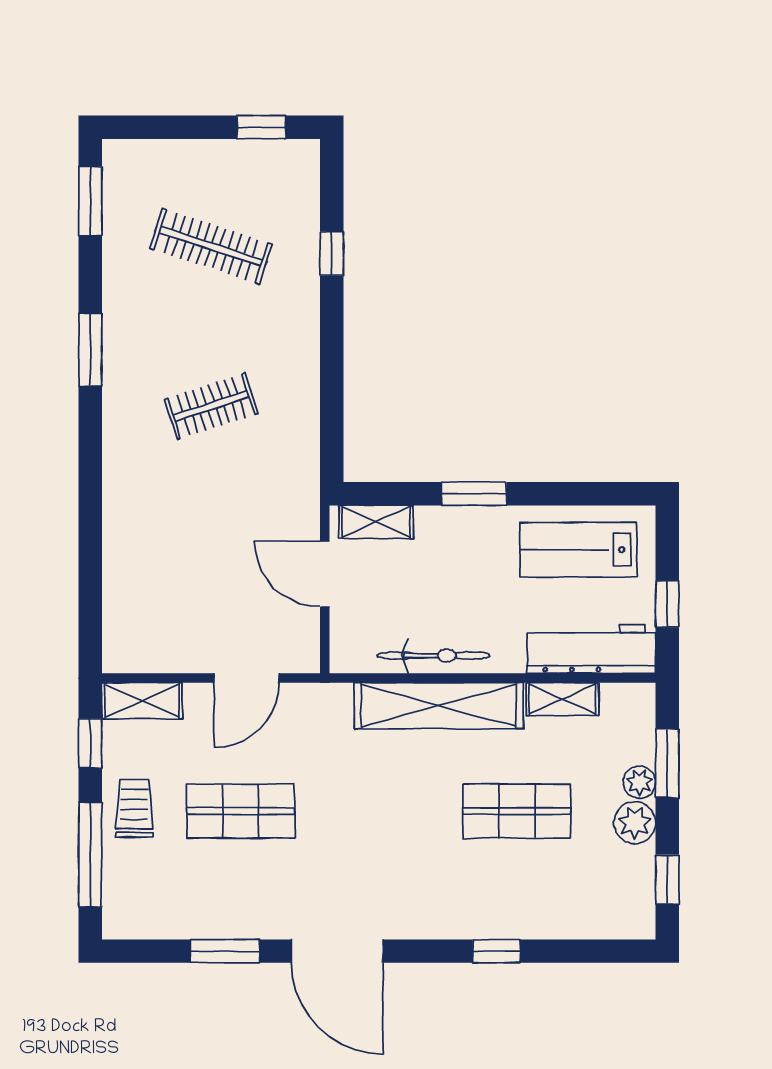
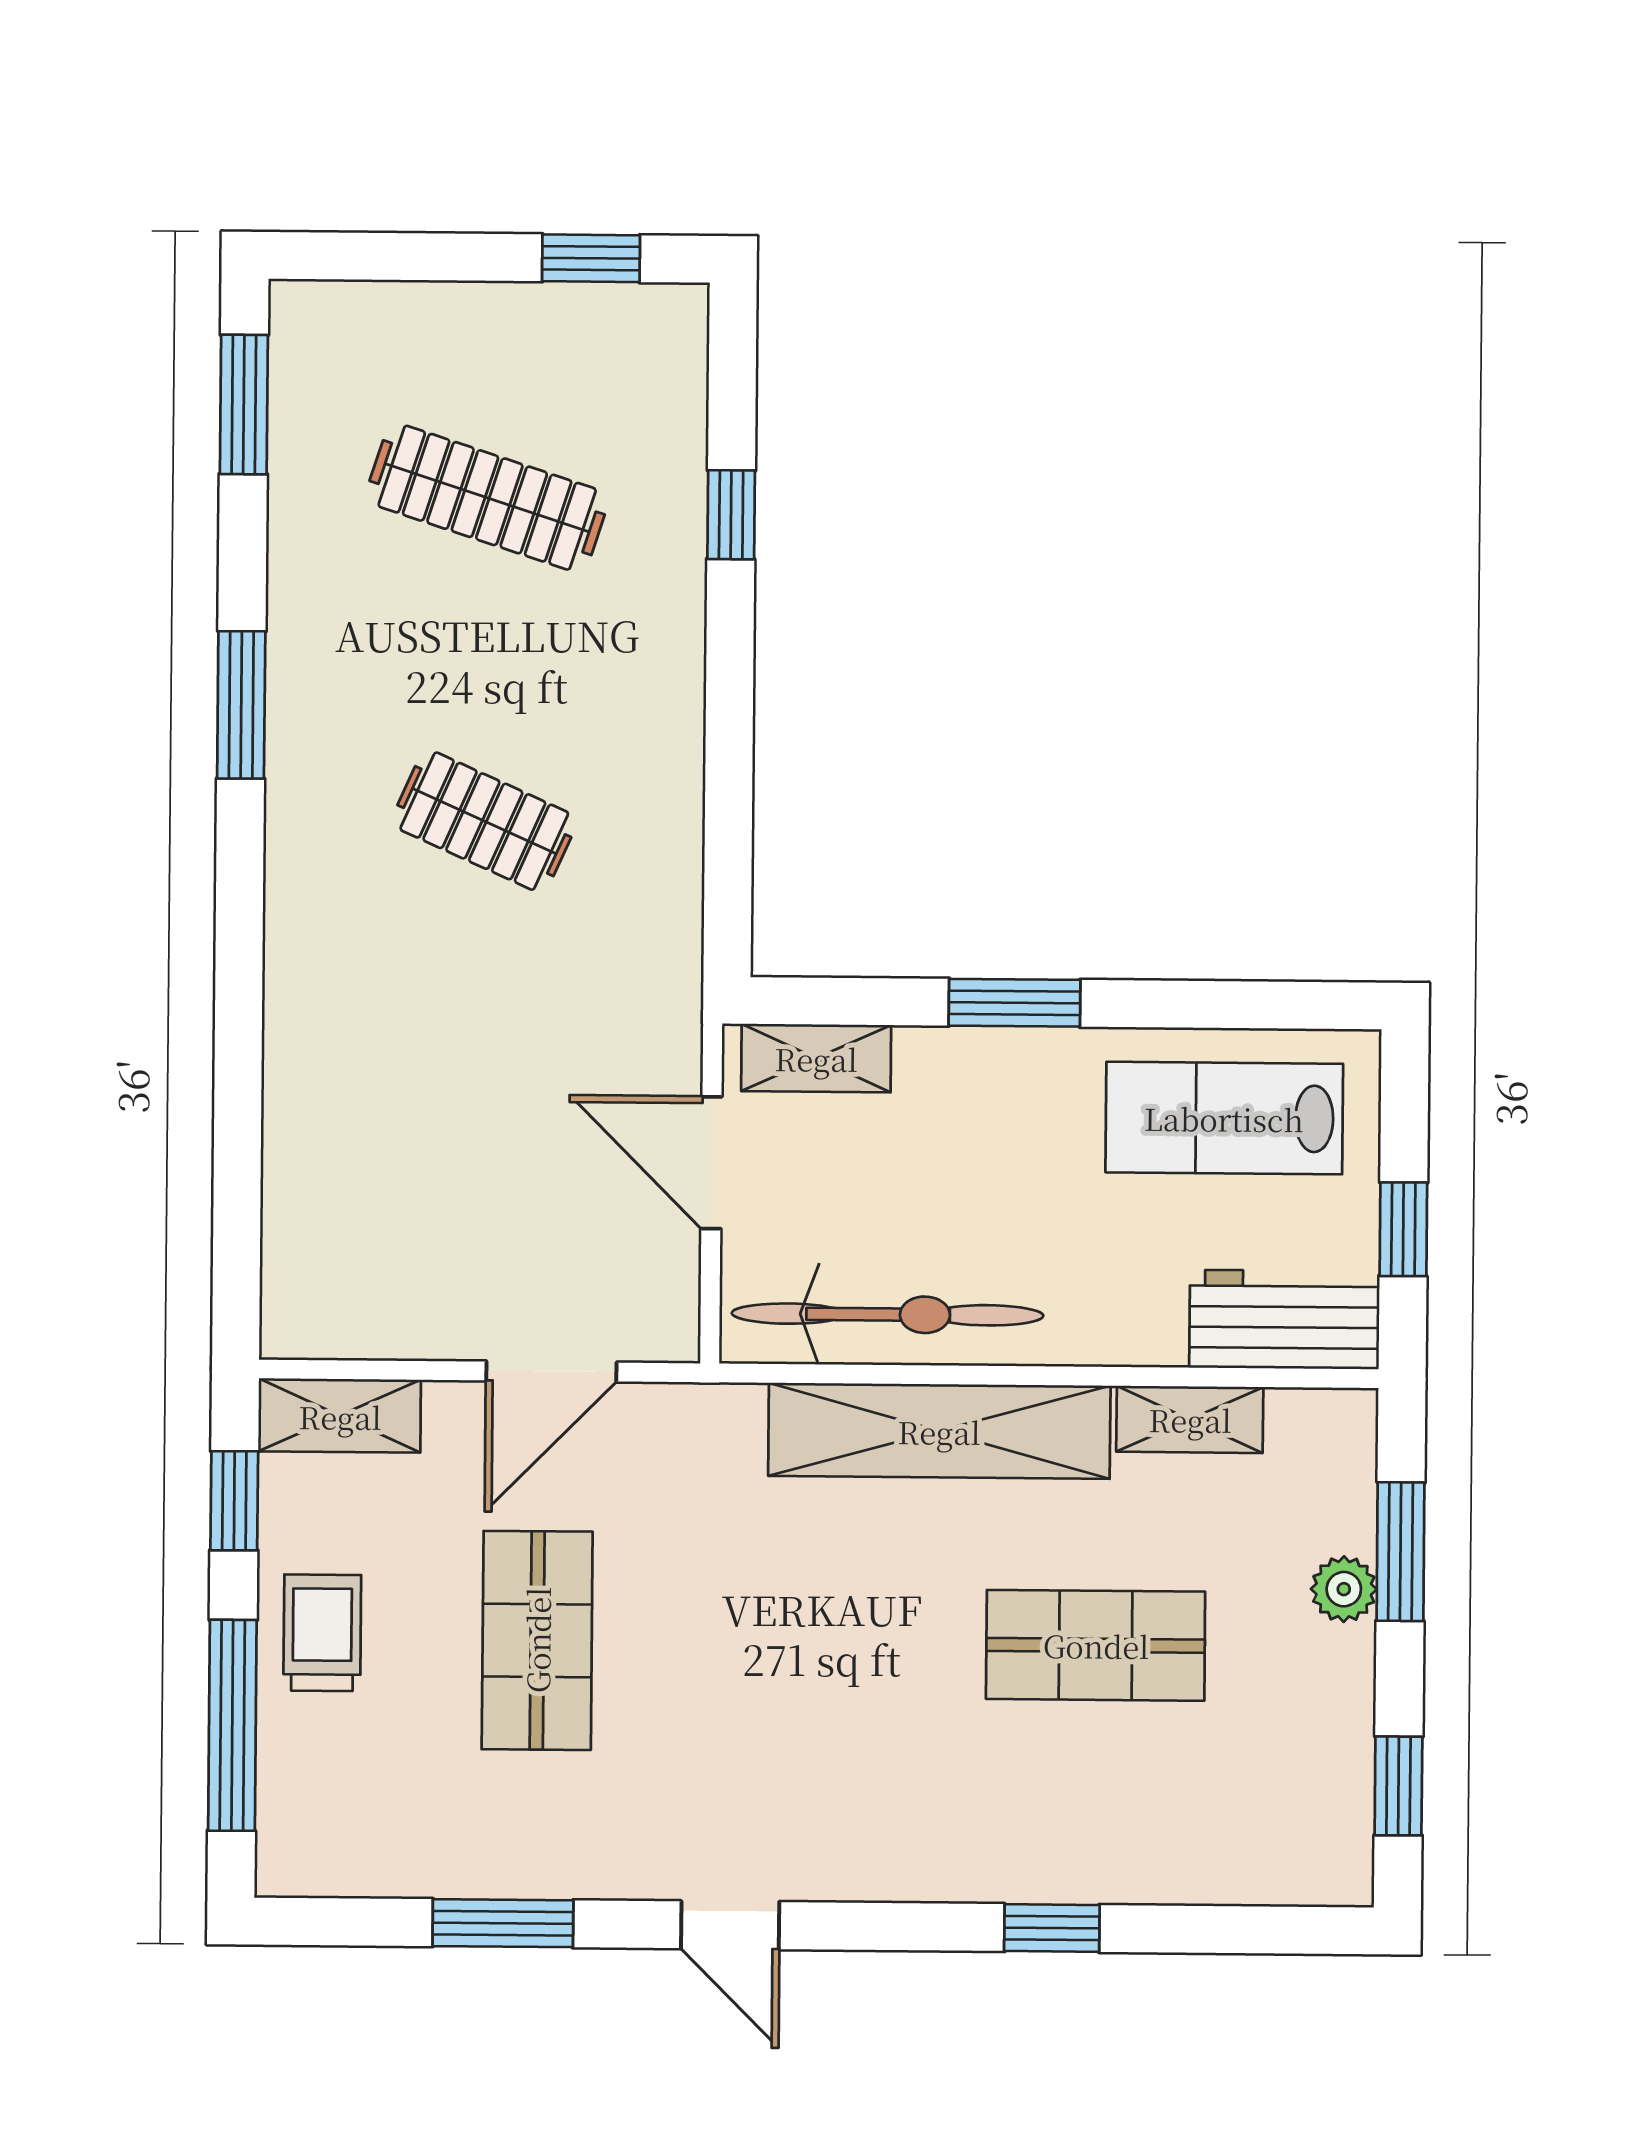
clothes rail: (211, 406) -> (484, 821), turned 42
workbench: (591, 649) -> (1284, 1320), width x0.73
bicycle: (433, 656) -> (887, 1314), width x1.37, depth x1.40
shop shelf: (241, 811) -> (537, 1640), turned 90
plant: (635, 823) -> (1334, 1671), removed
door: (337, 951) -> (730, 1925), width x0.53

